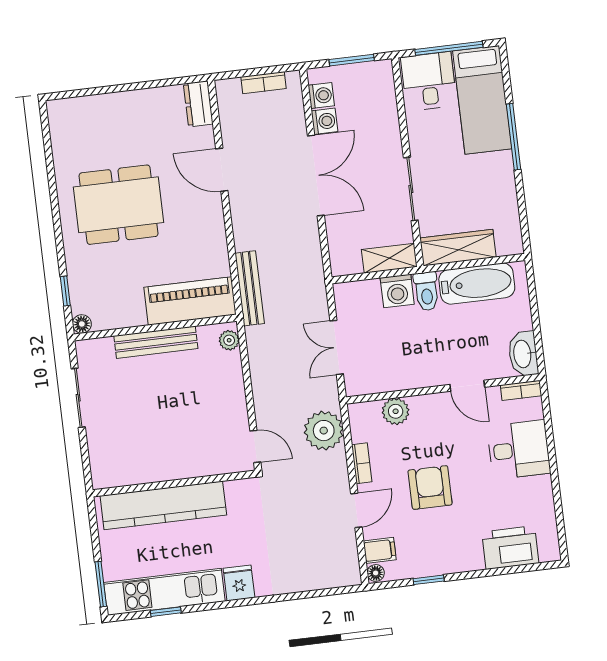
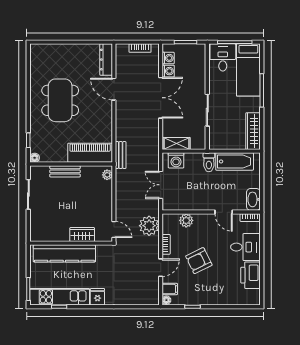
dresser: (198, 104) -> (106, 60), width x1.44
dining table: (119, 205) -> (60, 100), turned 90
wardrobe: (458, 248) -> (253, 131), moved, turned -90
shelving: (389, 258) -> (177, 143), moved
bench: (250, 288) -> (121, 155), width x0.73
washing machine: (397, 291) -> (176, 160), moved
bench: (156, 342) -> (65, 171), width x0.73
wardrobe: (194, 464) -> (82, 235), added
armchair: (430, 487) -> (199, 261), turned -116
printer: (510, 548) -> (251, 275), moved, turned -90

